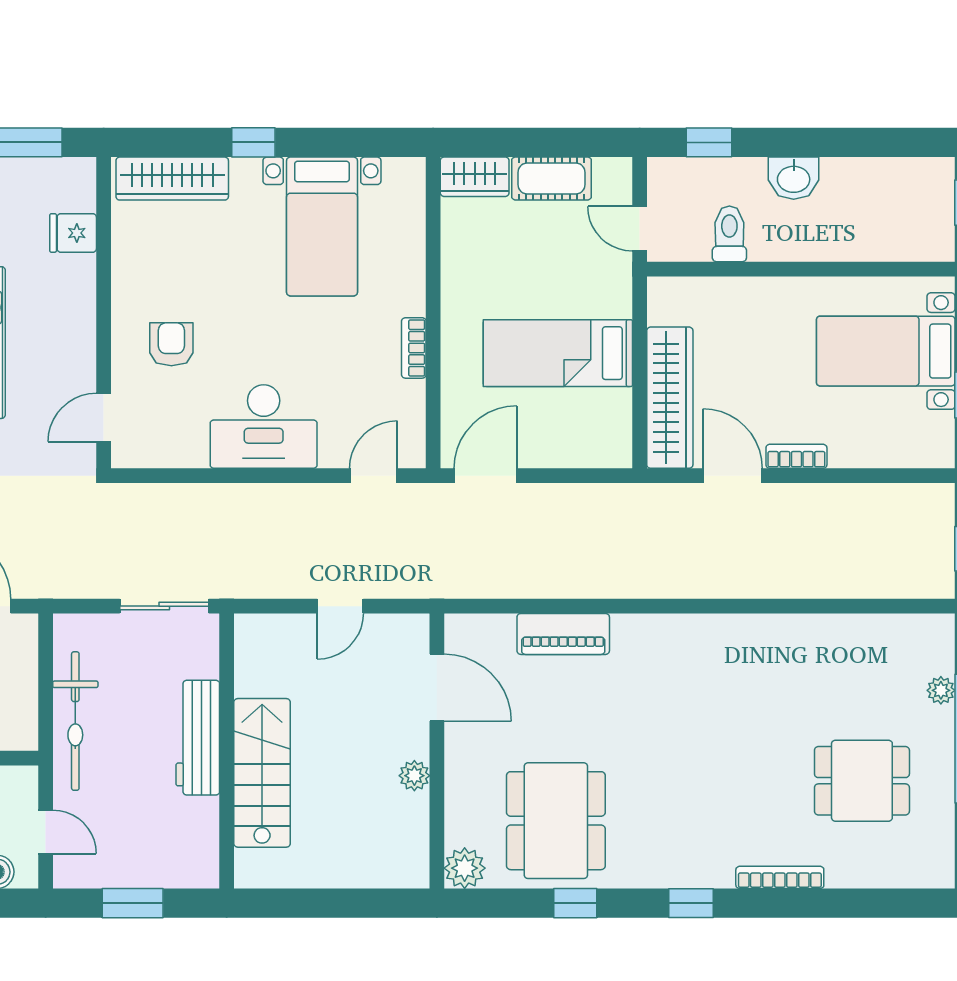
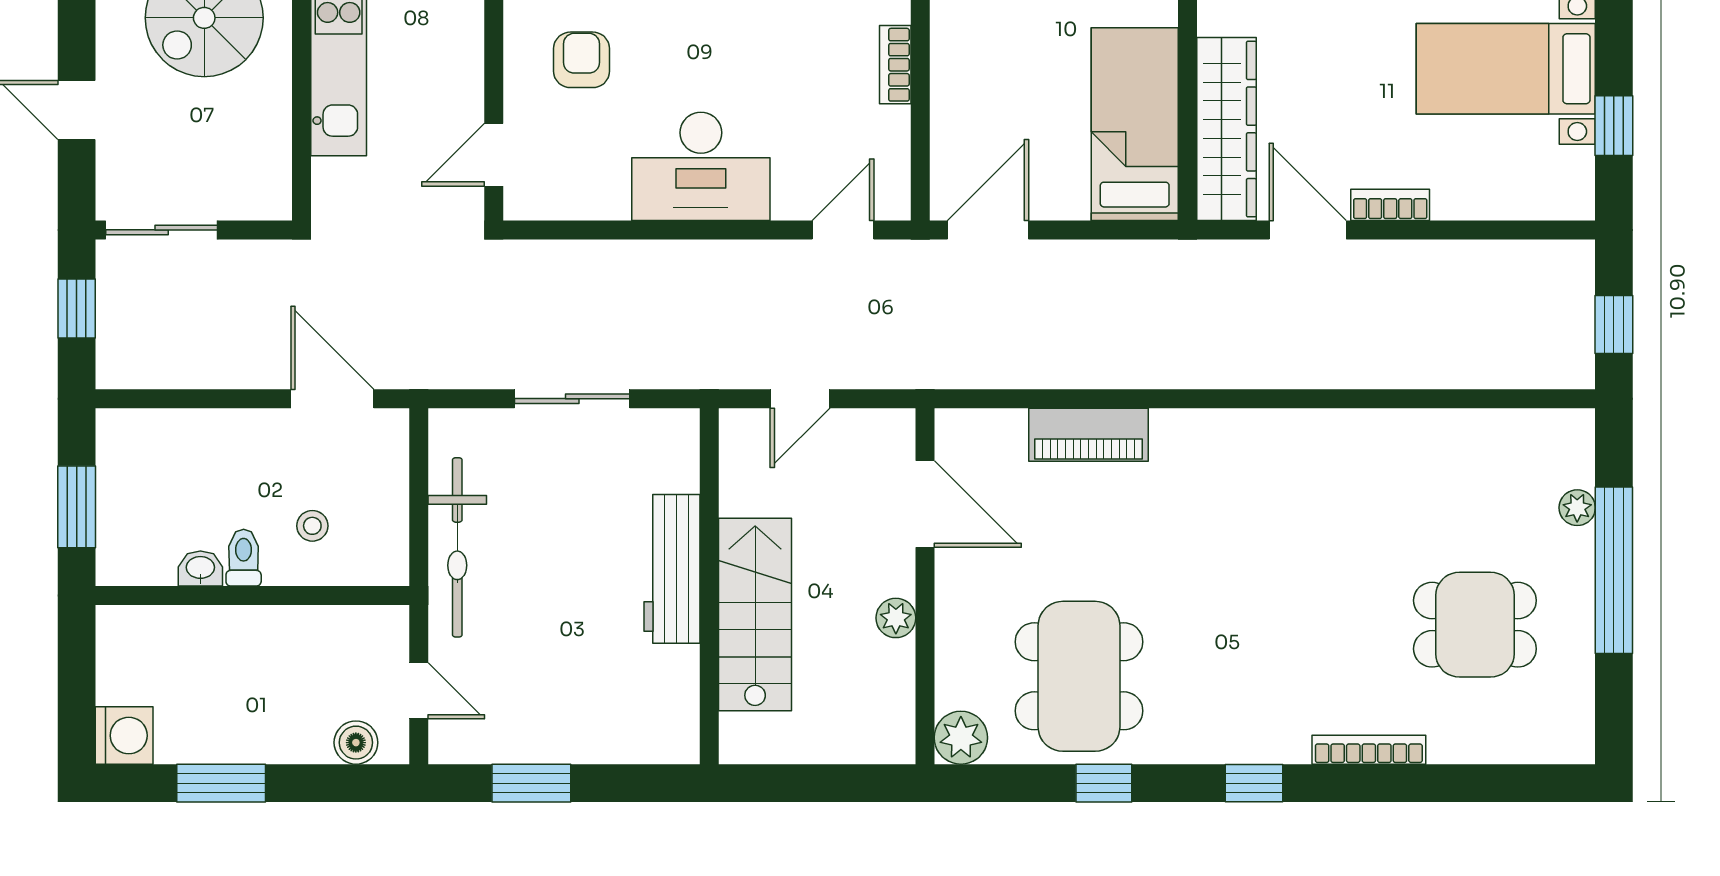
bed: (558, 353) -> (1135, 124), moved, turned 90
workbench: (198, 738) -> (672, 569), moved
wall: (227, 751) -> (709, 586), moved
stairs: (262, 773) -> (755, 614), moved

